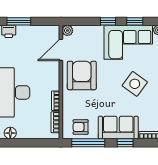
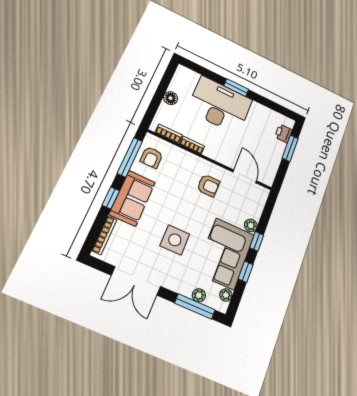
plant: (67, 31) -> (251, 225), moved
armchair: (82, 75) -> (208, 185), width x0.53, depth x0.53
side table: (135, 84) -> (175, 240), turned -36
armchair: (81, 127) -> (152, 157), turned 180
floor lamp: (10, 133) -> (171, 98), moved

